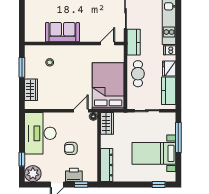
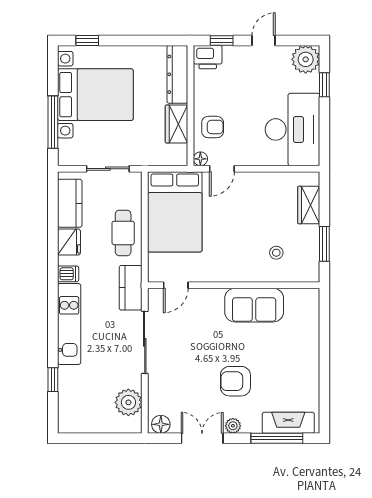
wardrobe: (107, 123) -> (177, 124), moved
armchair: (71, 148) -> (213, 127), moved
bed with nightstands: (154, 153) -> (95, 95), width x1.36
printer: (74, 175) -> (208, 57), moved

